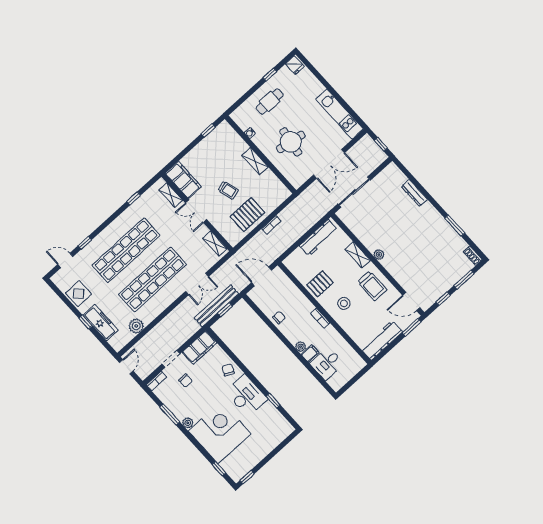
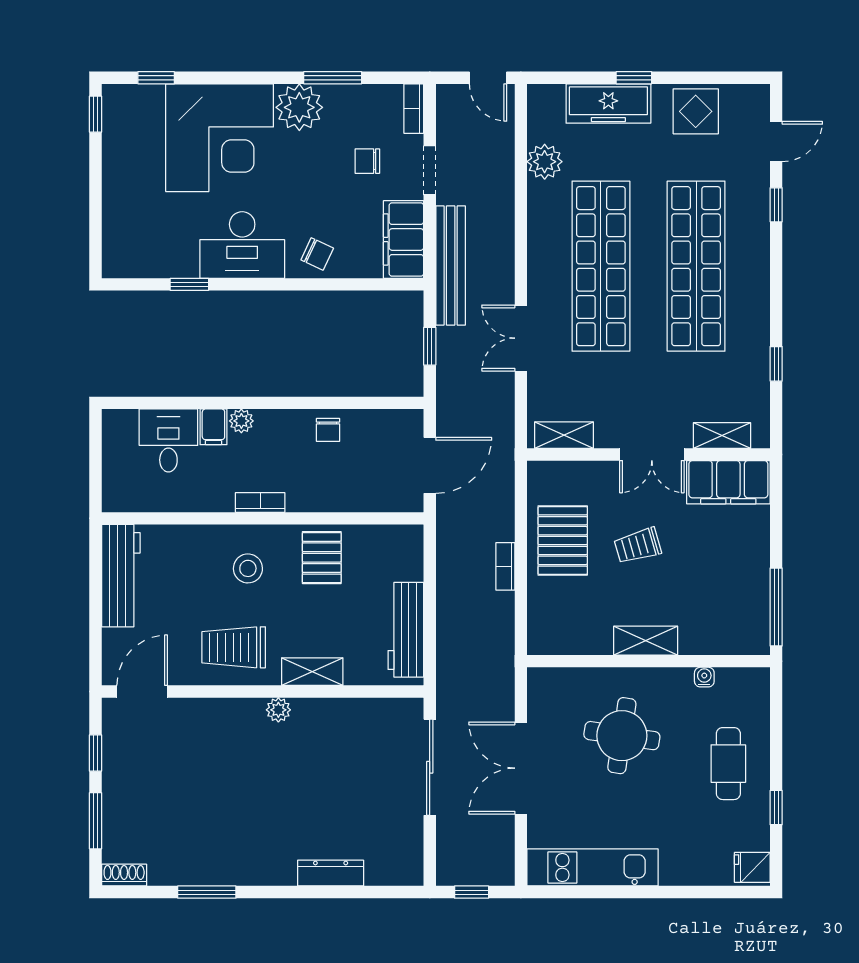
window: (208, 130) -> (776, 607), width x2.17
double door: (196, 211) -> (652, 455), swing flipped
bench: (216, 306) -> (451, 265), moved
window: (412, 327) -> (96, 650), removed
plant: (188, 423) -> (299, 107), width x1.88, depth x1.88

